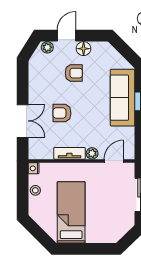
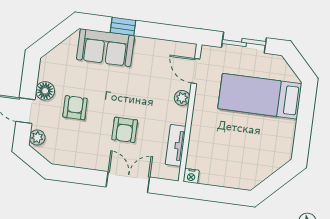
sofa: (123, 98) -> (105, 48), width x0.73
tv unit: (69, 153) -> (176, 145), moved
stool: (35, 190) -> (220, 178), removed
bed: (71, 212) -> (260, 96), moved

